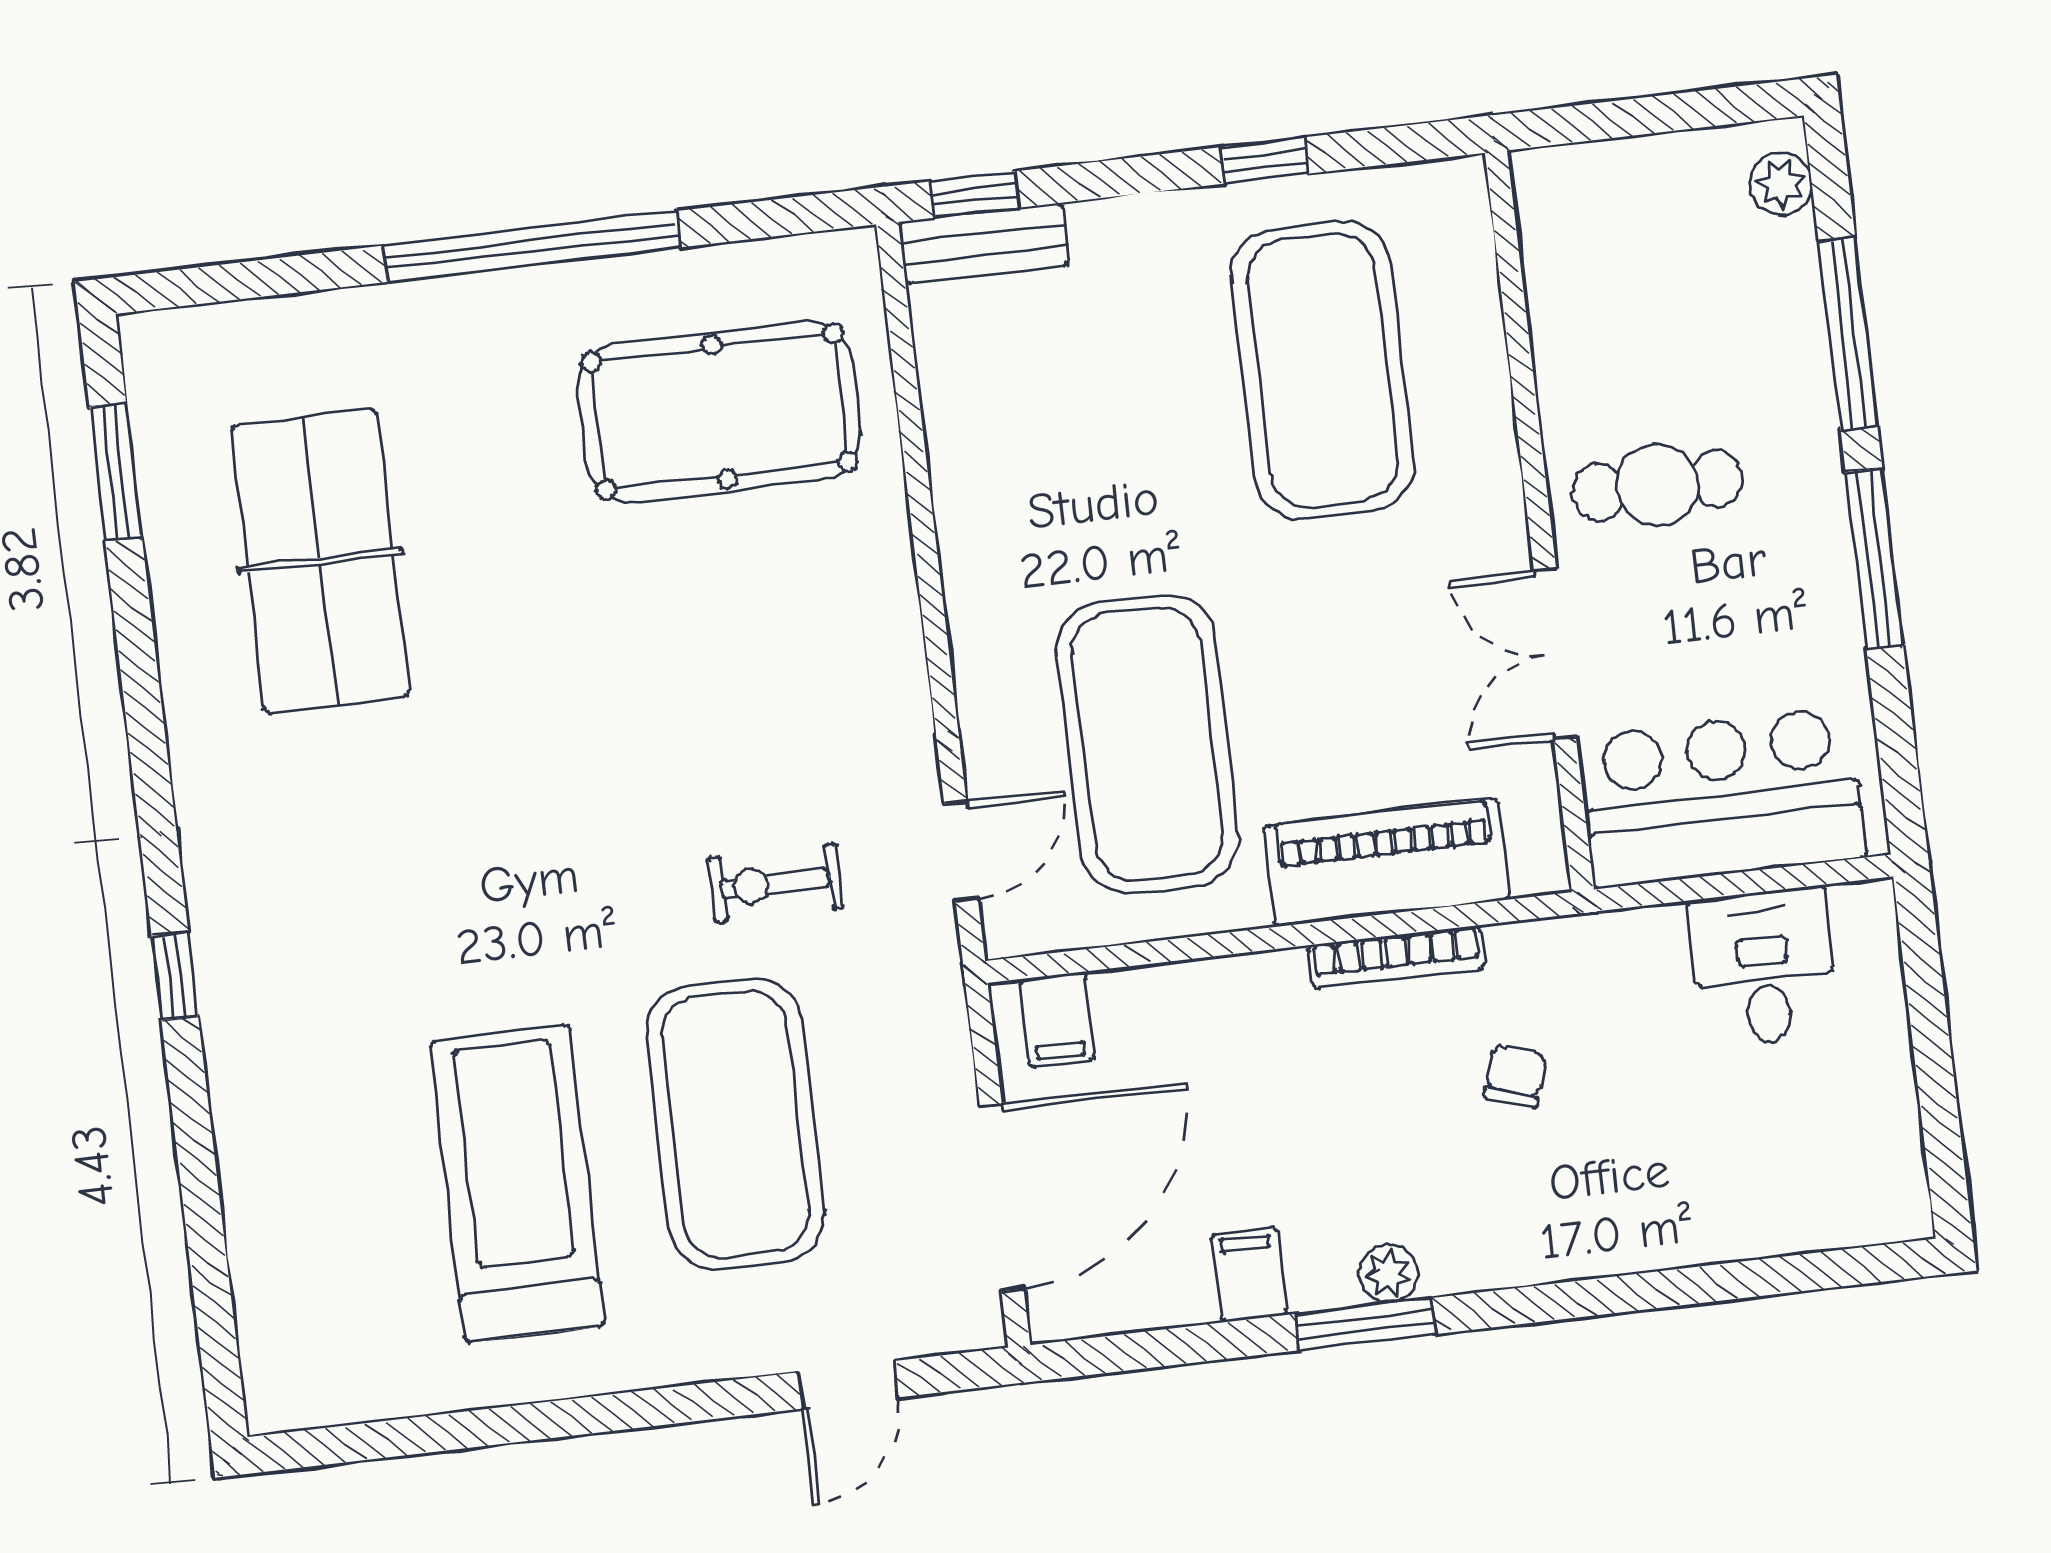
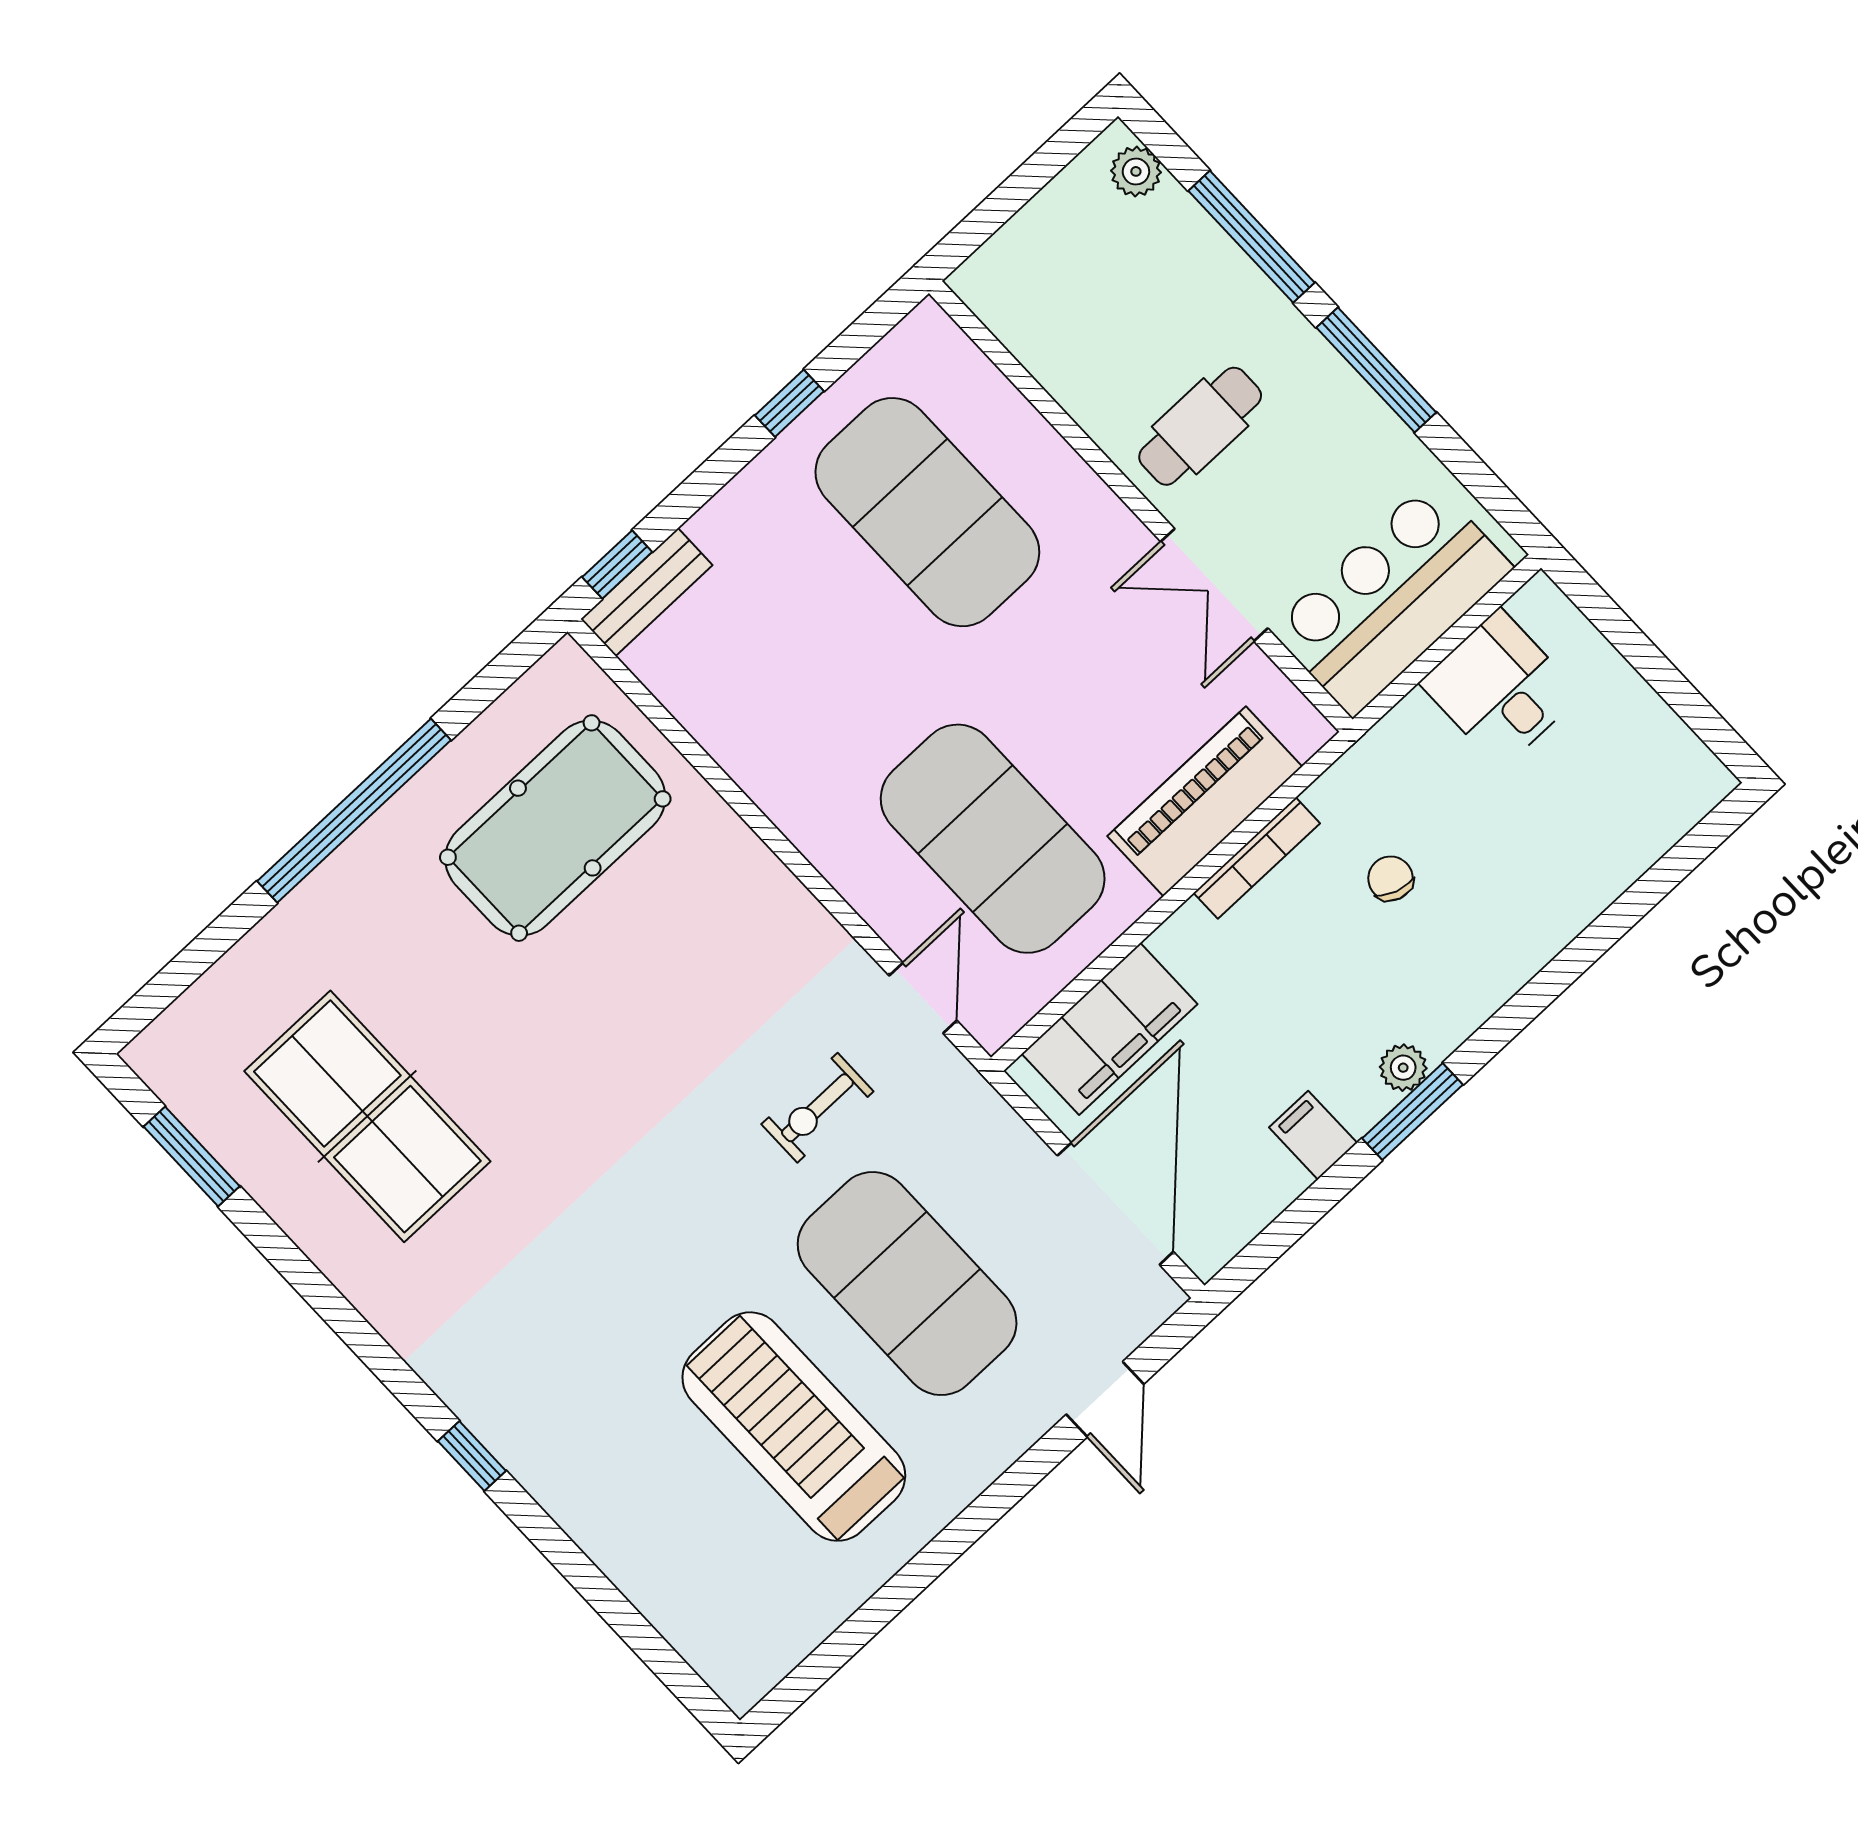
filing cabinet: (1057, 1020) -> (1110, 1029), width x3.00, depth x1.17

